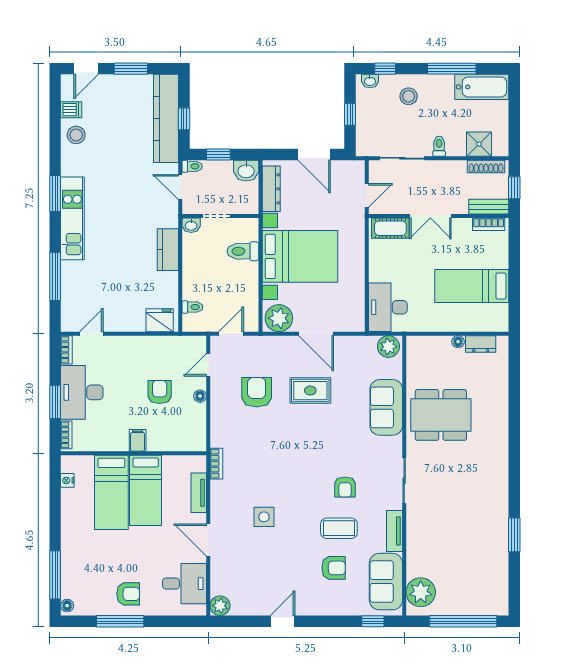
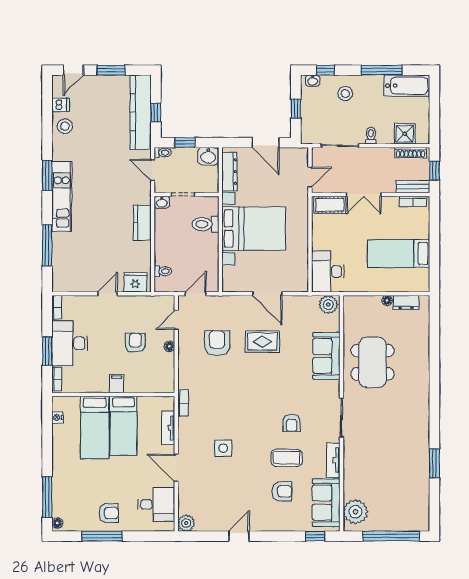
plant: (279, 318) -> (236, 281), removed
door: (91, 334) -> (108, 294), moved
dining table: (441, 415) -> (372, 362), turned 90

